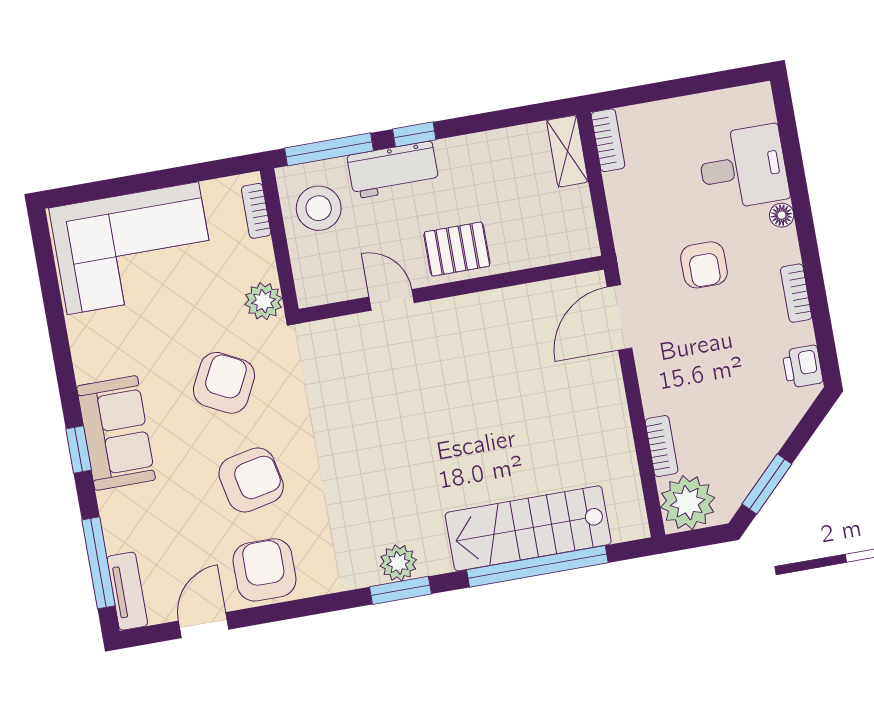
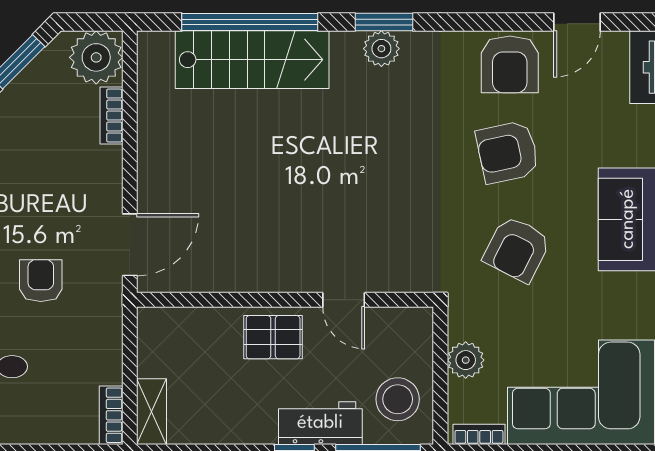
bookcase: (256, 211) -> (479, 434), moved, turned -90
plant: (264, 301) -> (466, 360), moved

